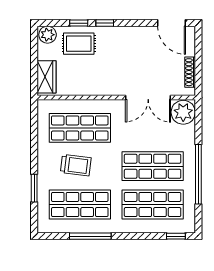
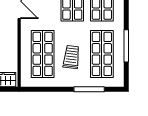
window: (34, 188) -> (89, 89), width x1.44

